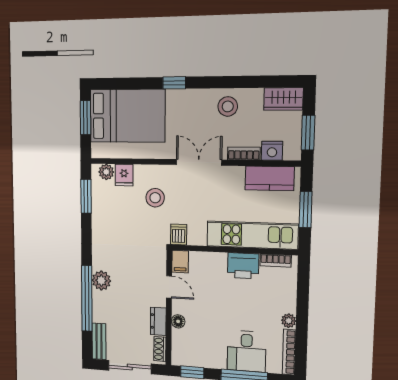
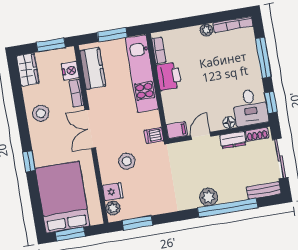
desk: (246, 351) -> (250, 107), moved, turned 90

